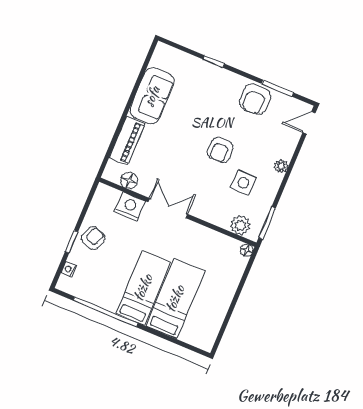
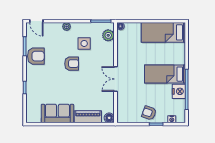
floor lamp: (129, 180) -> (109, 118), moved
nightstand: (130, 206) -> (179, 91), moved, turned 180
bed: (175, 299) -> (163, 32), moved

